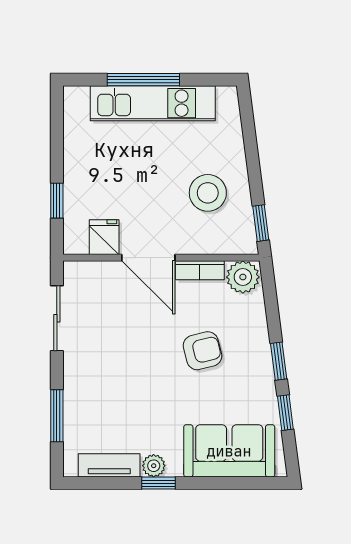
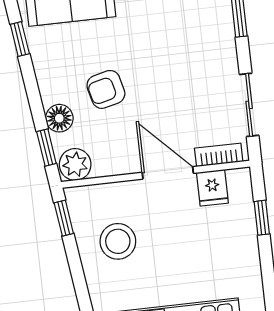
bookcase: (200, 270) -> (219, 155), moved
floor lamp: (254, 326) -> (59, 118), added
window: (279, 361) -> (46, 148), moved

